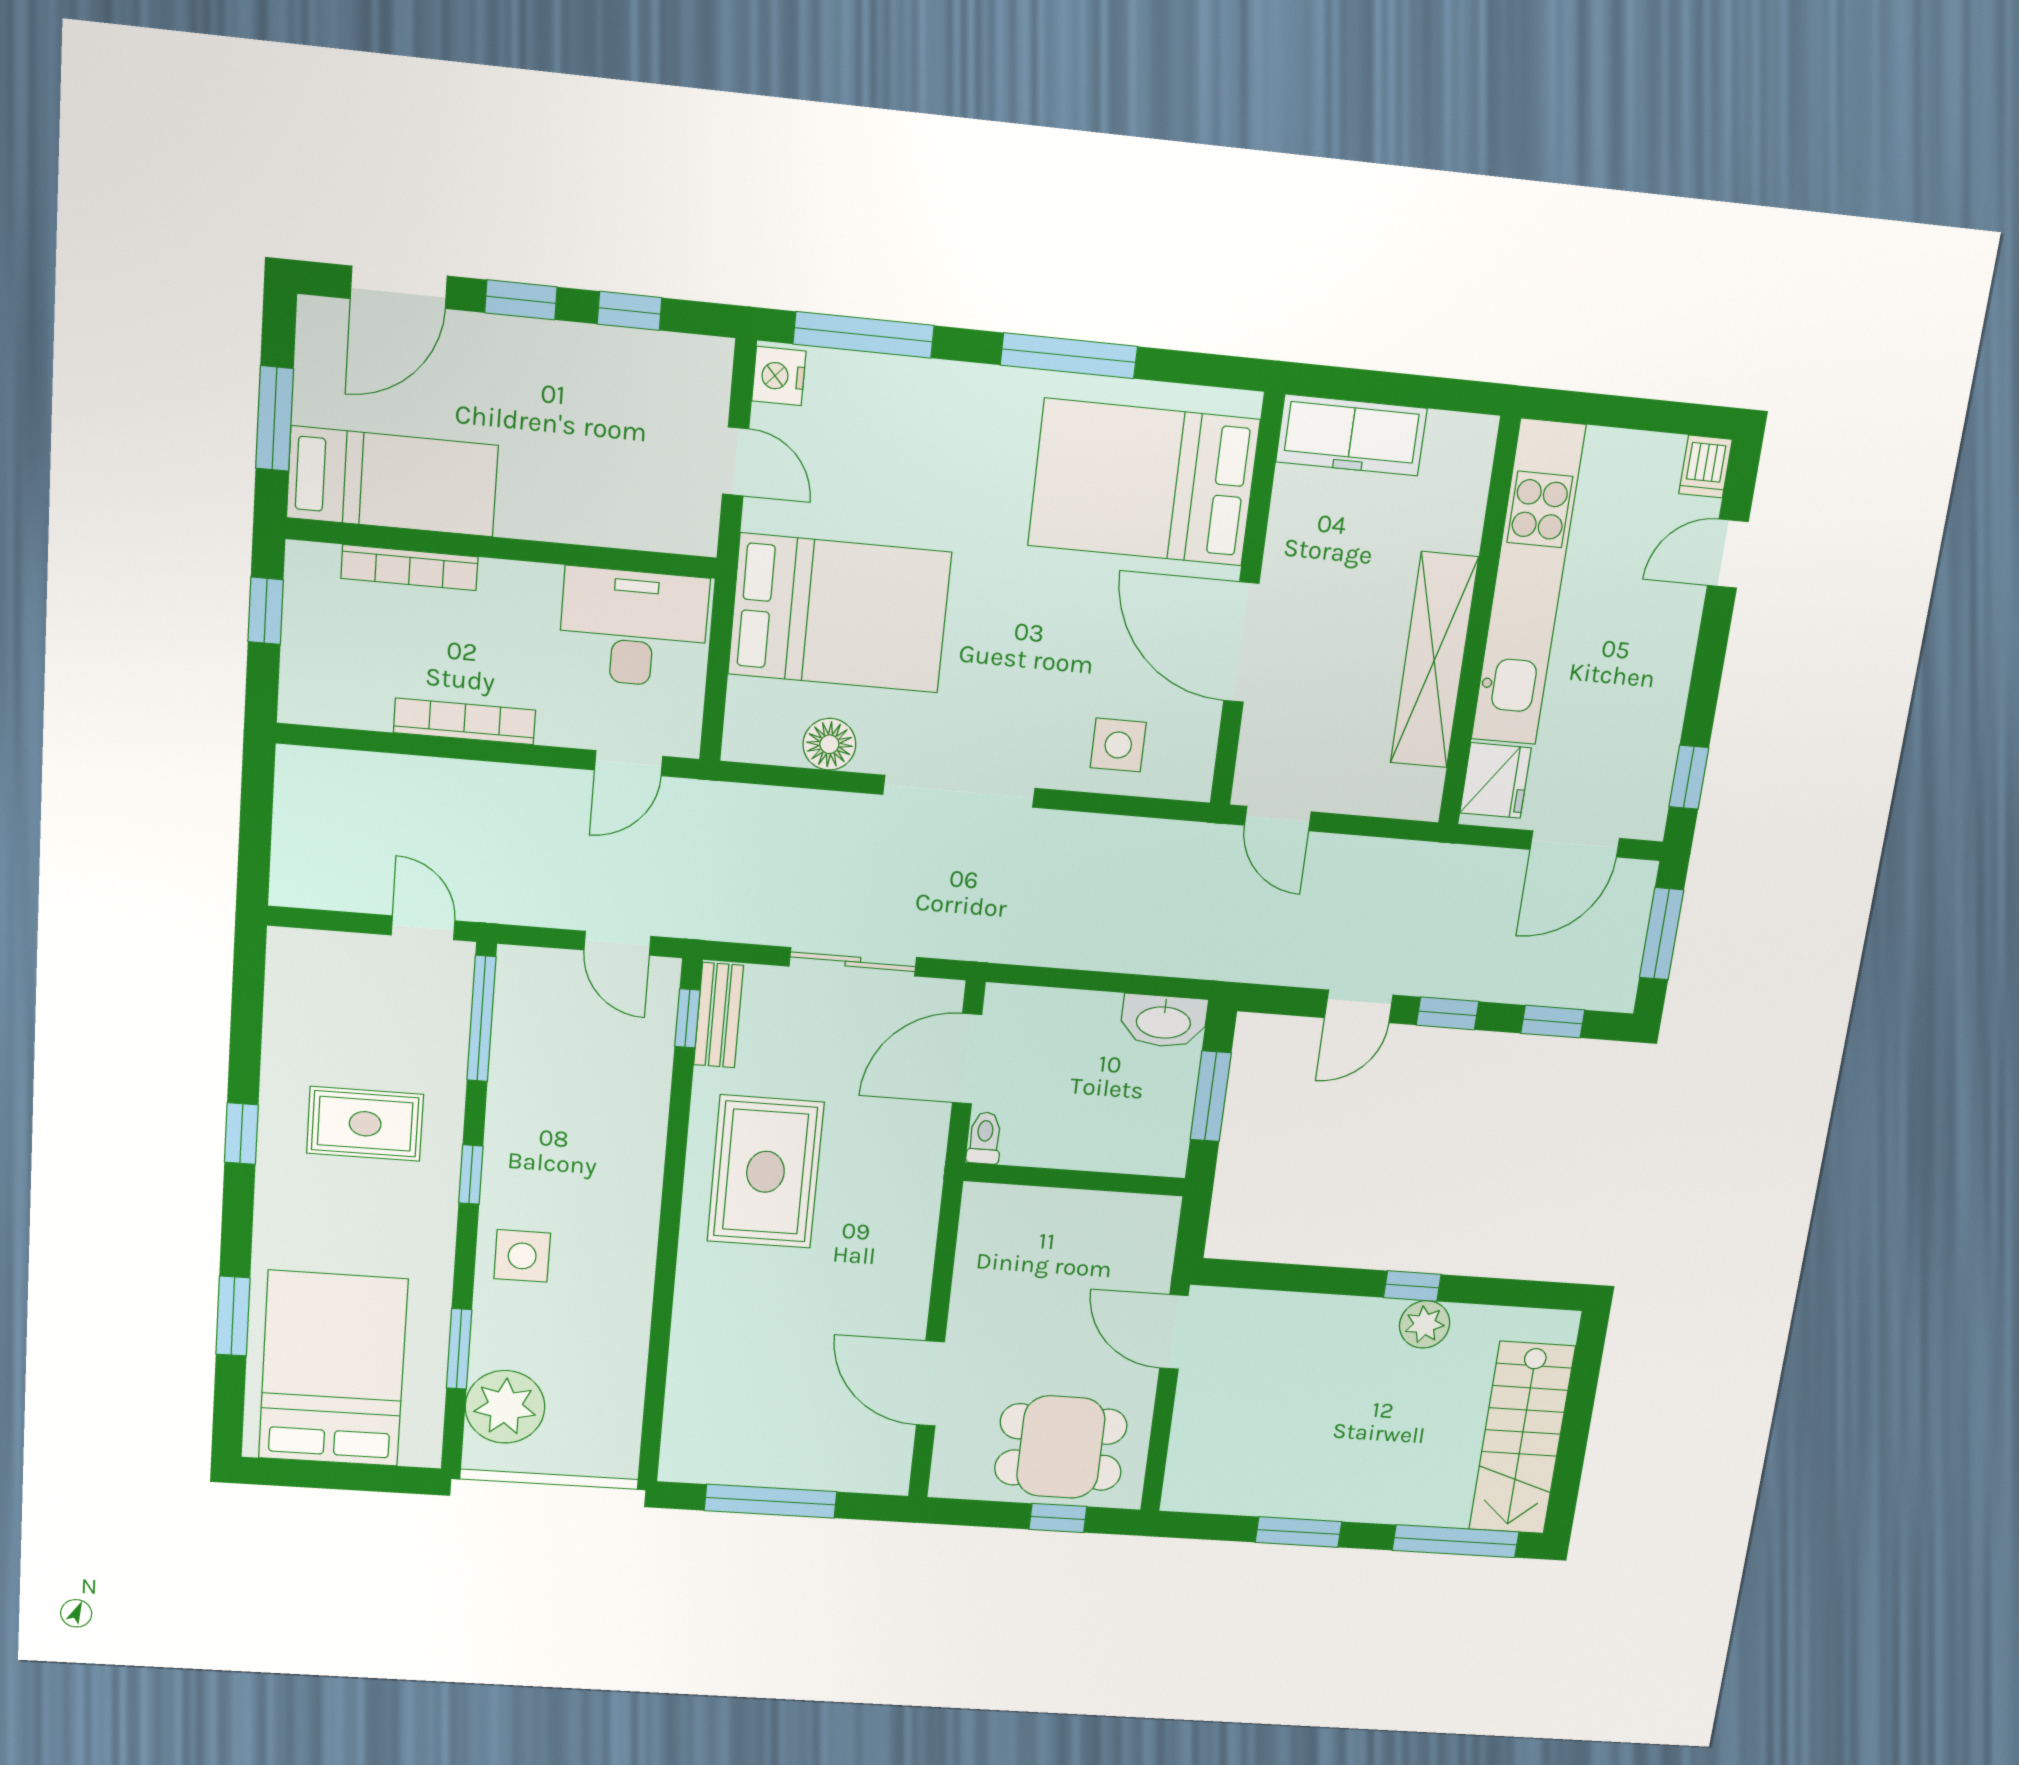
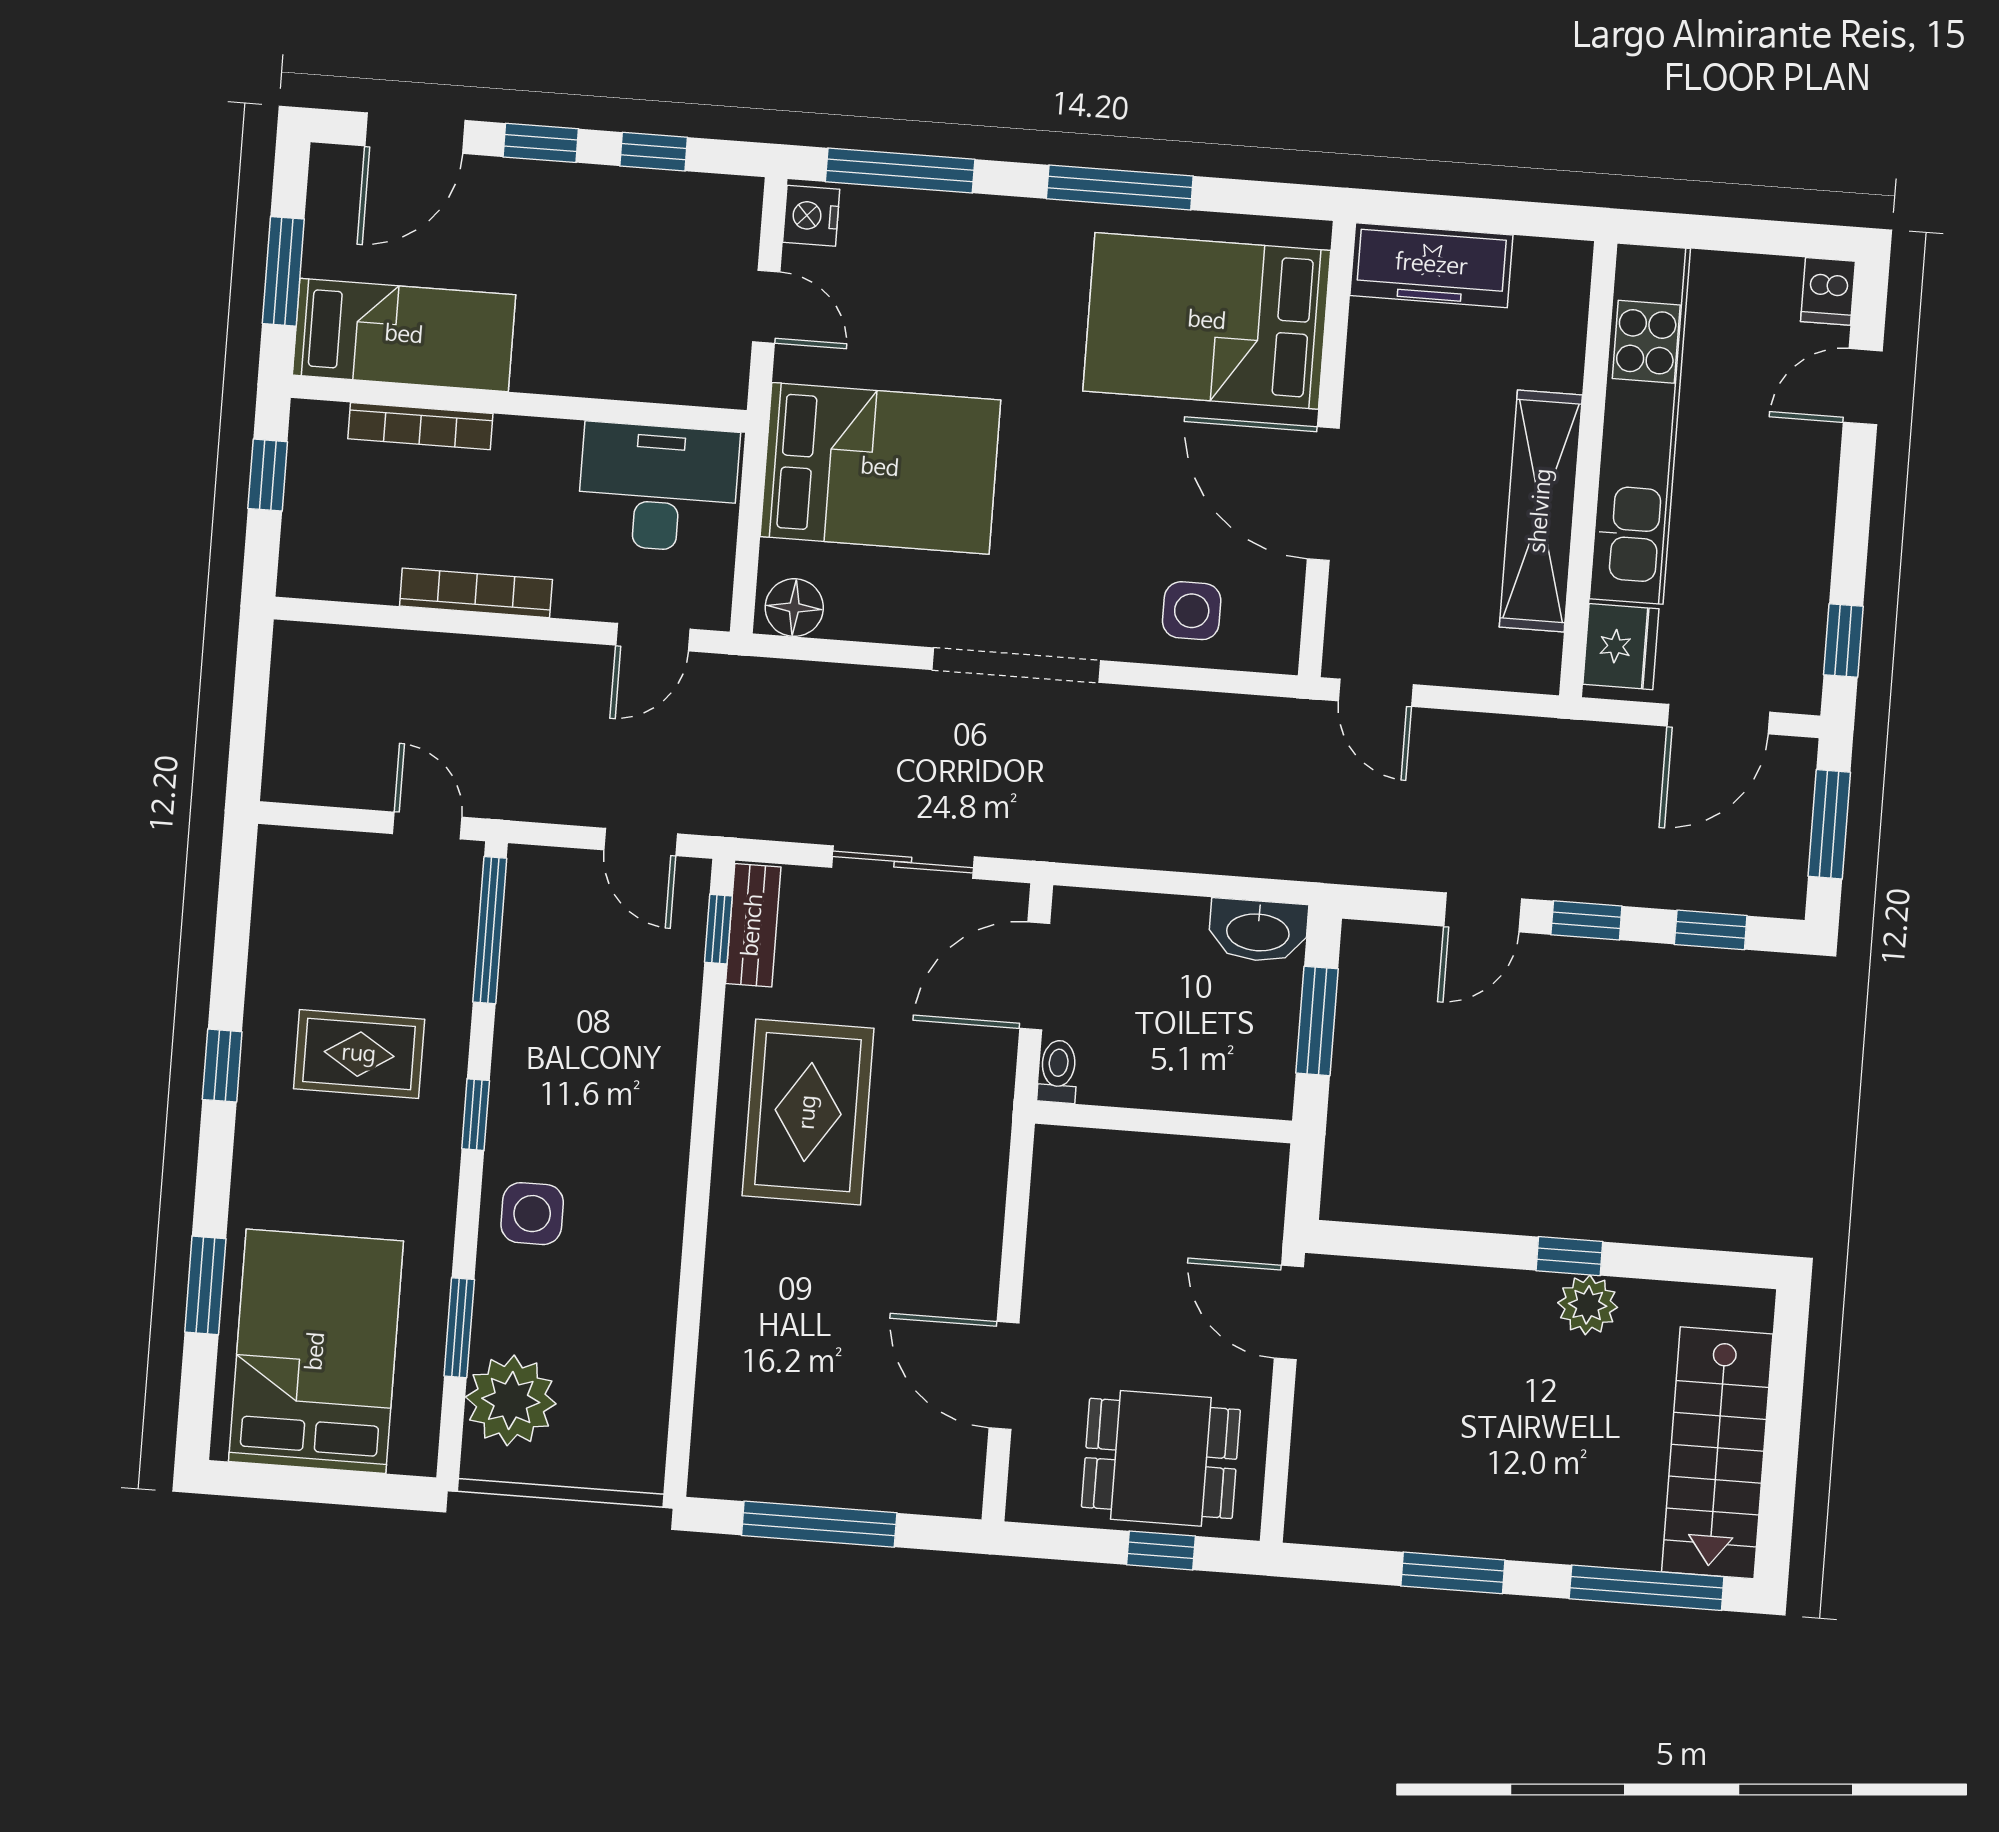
floor lamp: (829, 744) -> (794, 608), moved

